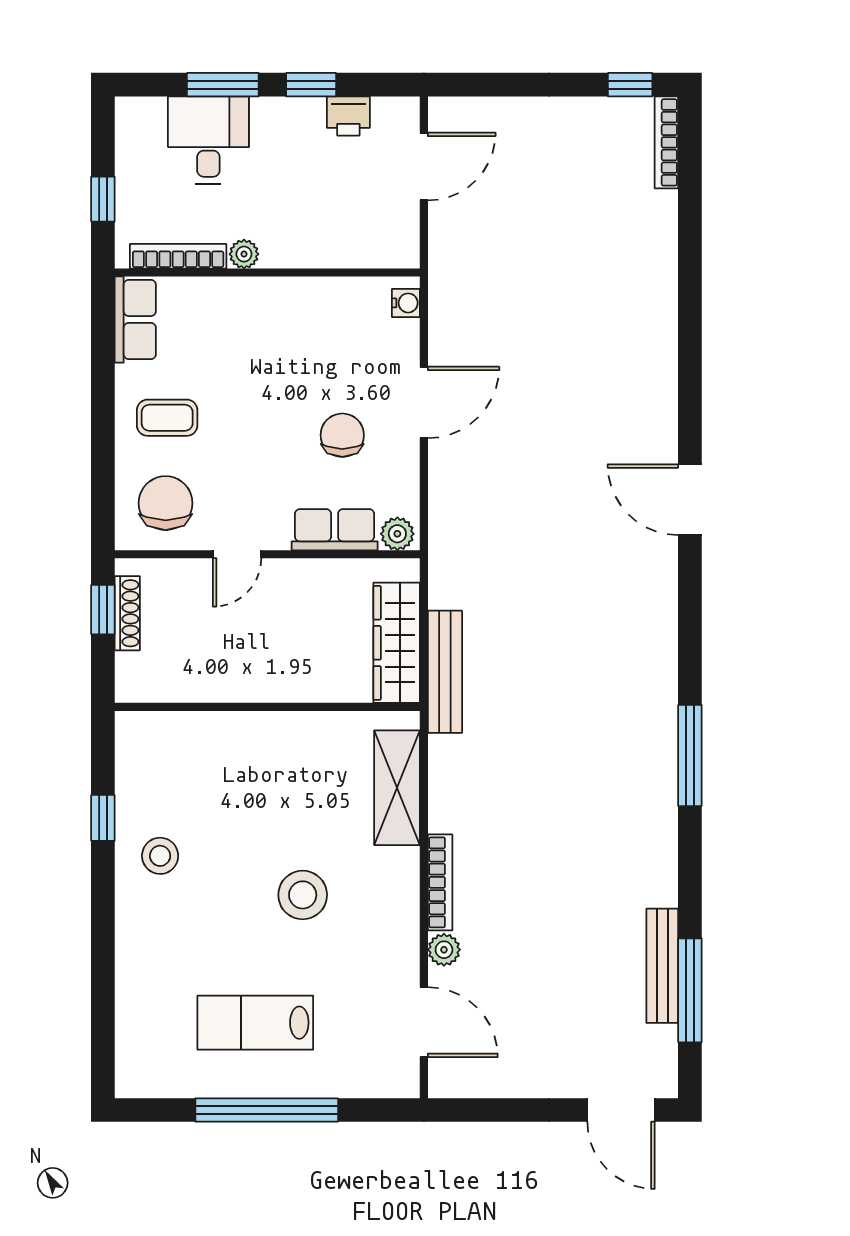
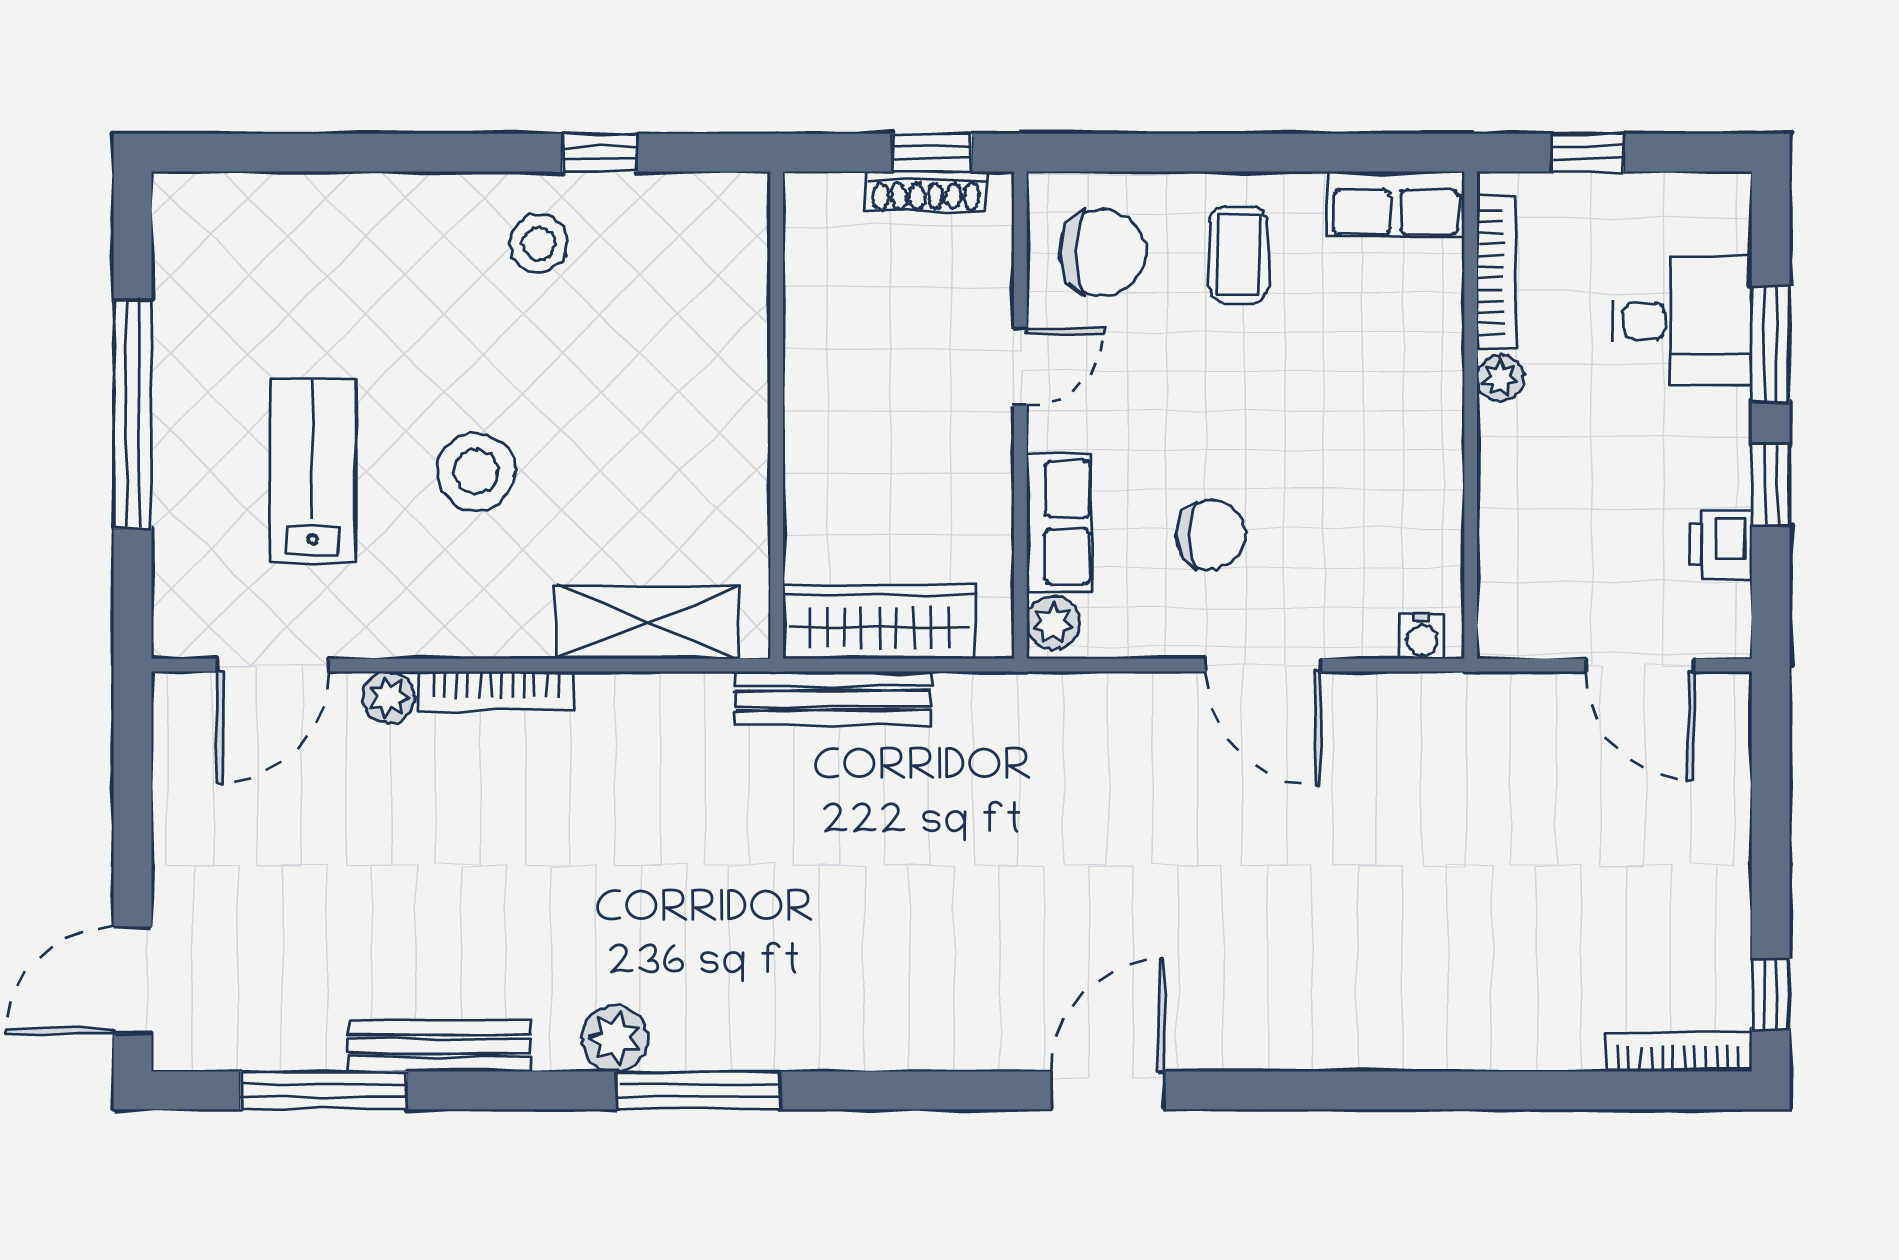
door: (237, 554) -> (1020, 367), swing flipped
plant: (658, 808) -> (615, 1038), added
bench: (662, 966) -> (439, 1046), moved
lab bench: (255, 1023) -> (312, 471), moved

